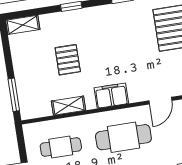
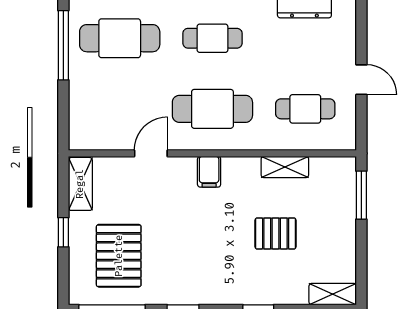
pallet: (68, 60) -> (276, 233), turned 90
filing cabinet: (111, 96) -> (209, 172), width x0.50

